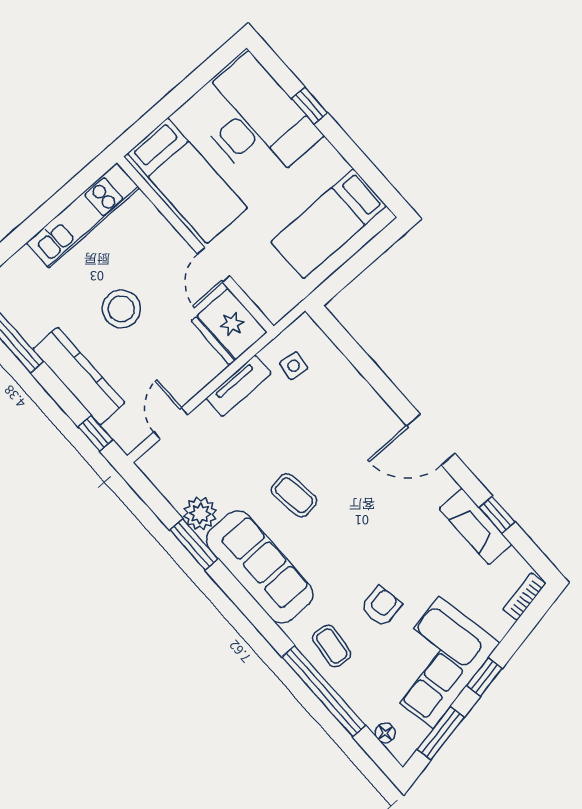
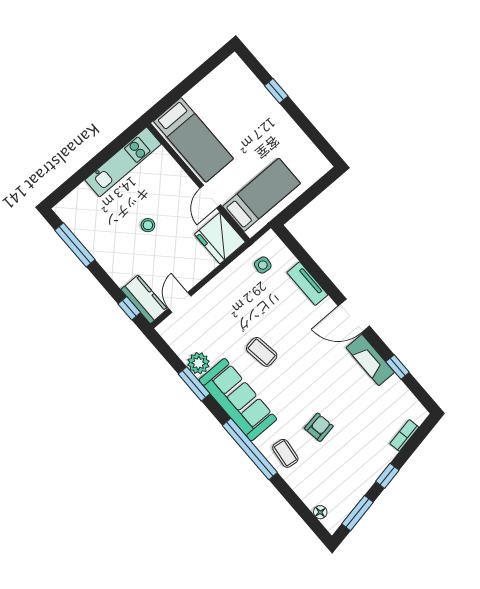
desk: (255, 121) -> (239, 101), removed
bed: (329, 224) -> (261, 195), moved, turned 180
stool: (121, 309) -> (148, 225), width x0.53, depth x0.53
kitchen counter: (79, 376) -> (144, 299), moved, width x0.67
tv unit: (239, 386) -> (307, 284), moved, turned 90
fireplace: (475, 526) -> (370, 360), moved
bookcase: (524, 597) -> (404, 435), moved
corner sofa: (436, 662) -> (355, 465), removed
window: (324, 691) -> (250, 449), moved

